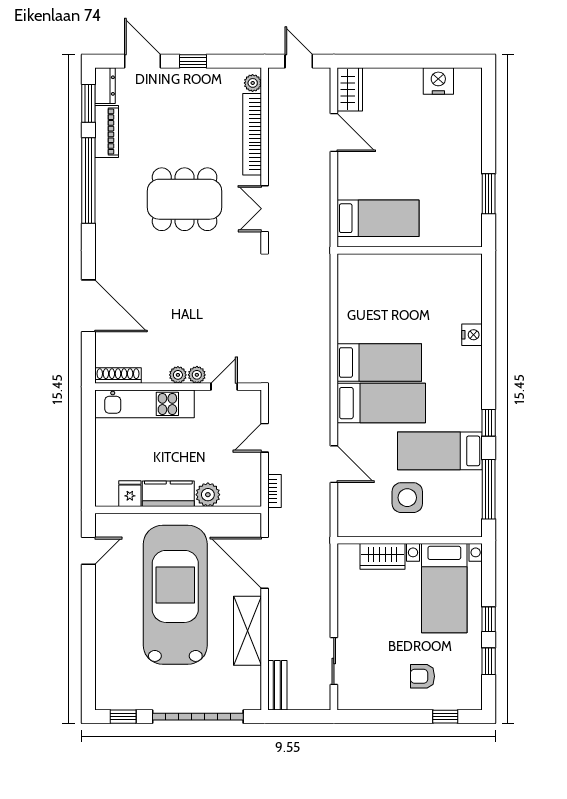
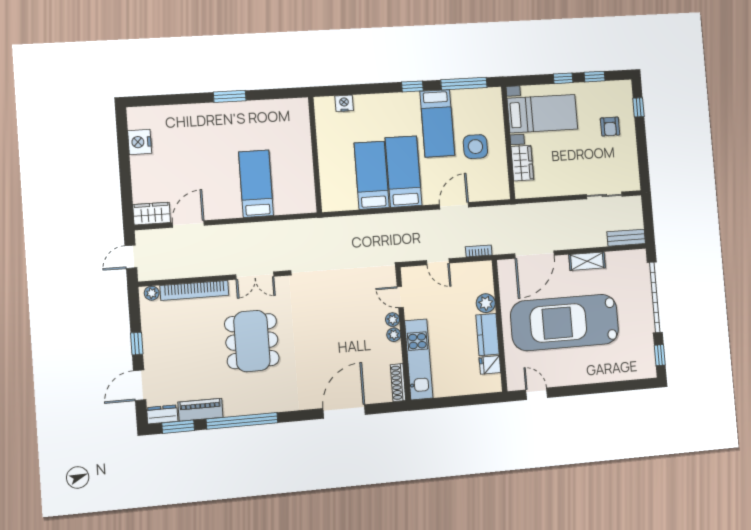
wall: (410, 250) -> (315, 155), moved
shelving: (248, 631) -> (587, 261), width x0.67, depth x0.75

